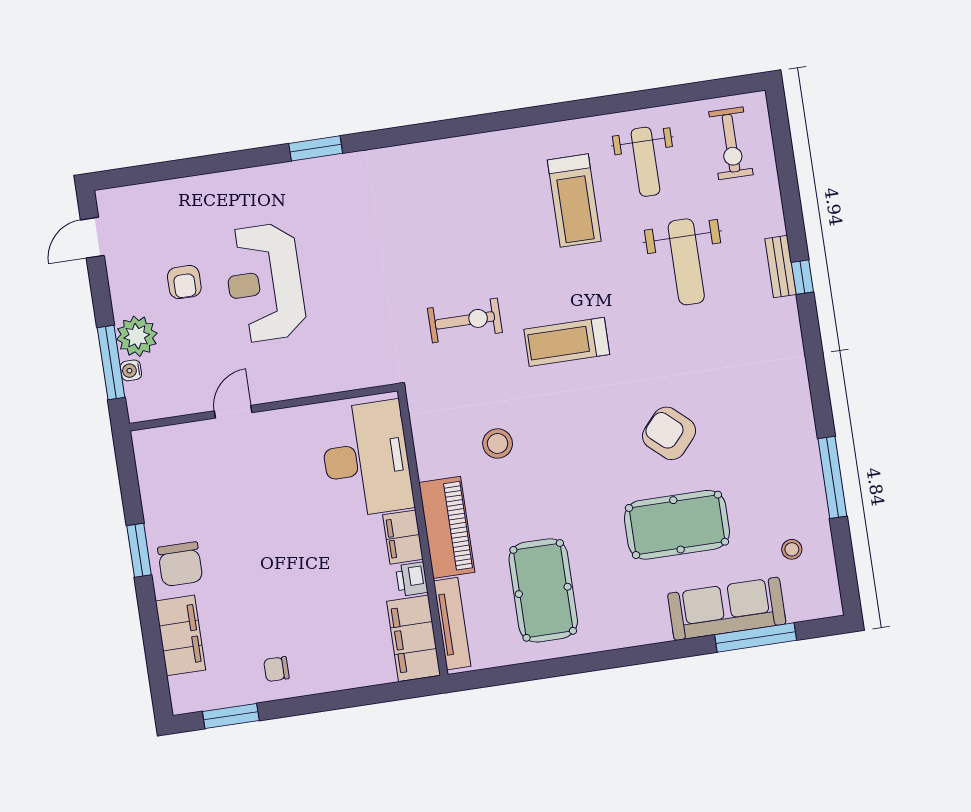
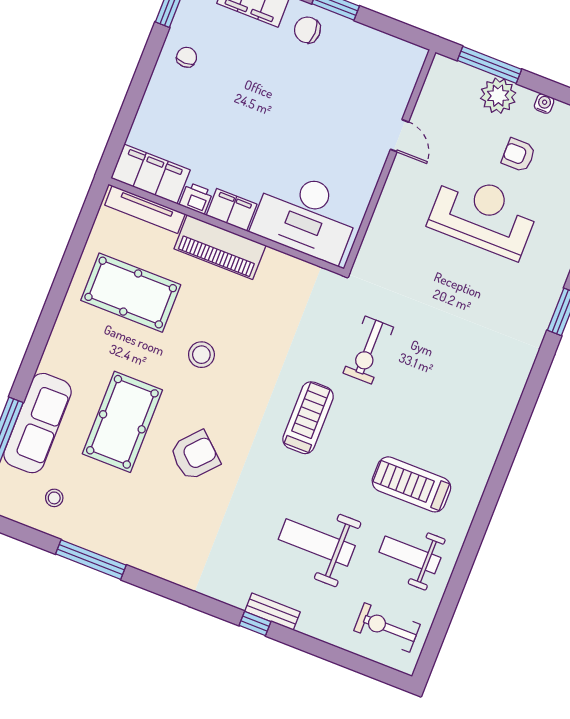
water cooler: (131, 370) -> (544, 104), moved
stool: (498, 443) -> (201, 355), moved
chair: (180, 564) -> (307, 30), width x0.73, depth x0.73

